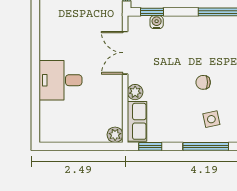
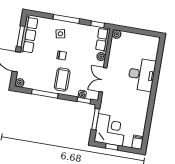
coffee table: (195, 41) -> (62, 80), added
double door: (125, 53) -> (103, 80), swing flipped
desk: (60, 80) -> (142, 75), width x1.37

